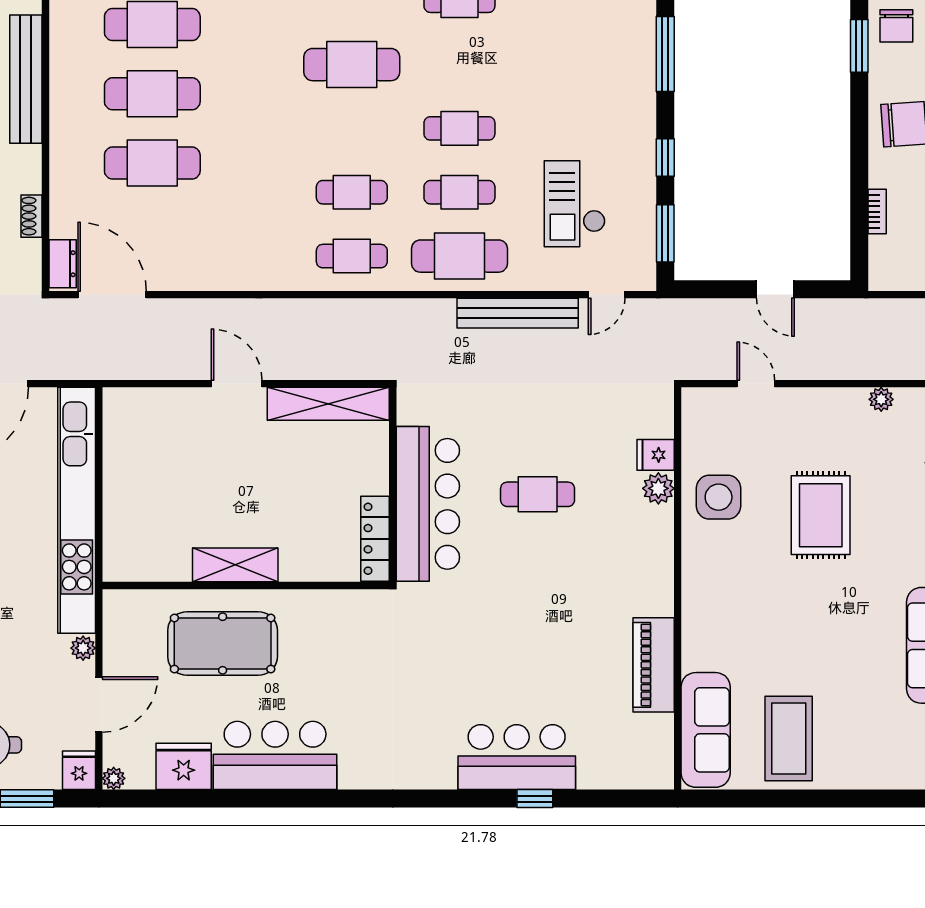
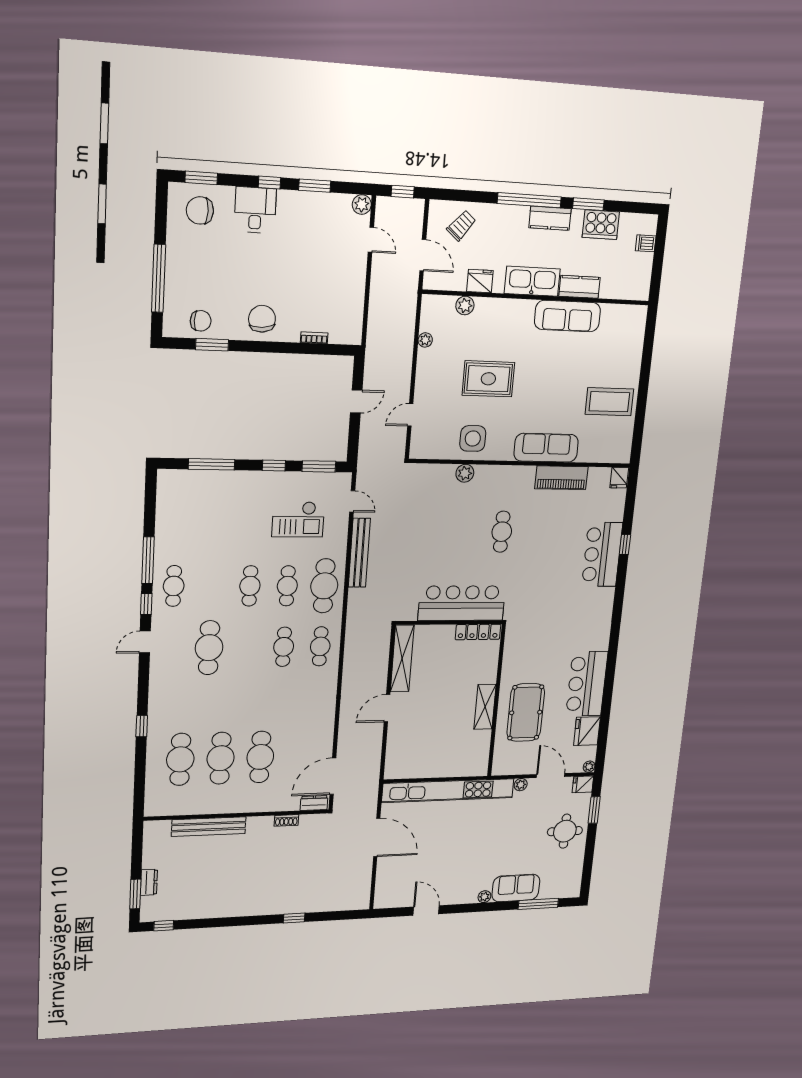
fridge: (656, 455) -> (619, 478), moved
cafe table: (538, 494) -> (502, 532), moved
sofa: (706, 730) -> (546, 448), moved

